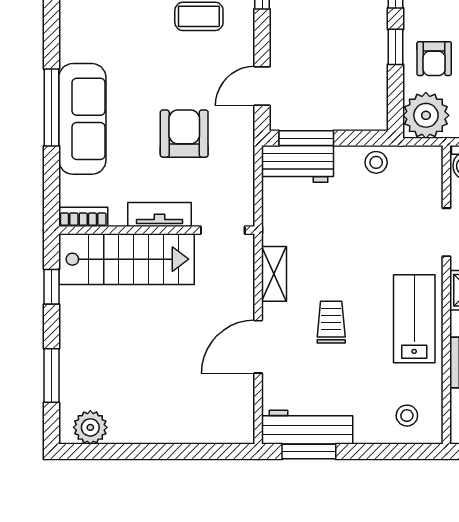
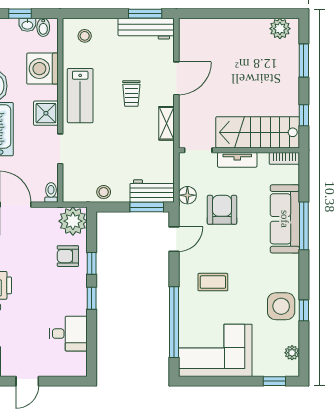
armchair: (434, 59) -> (68, 256), turned -90
armchair: (184, 134) -> (222, 210), turned 180
floor lamp: (240, 157) -> (187, 195), added

